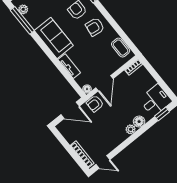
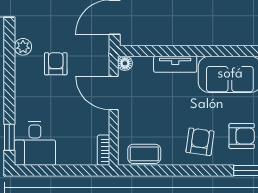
armchair: (95, 104) -> (56, 64), moved
floor lamp: (139, 122) -> (24, 98), removed
plant: (131, 129) -> (23, 47), moved

